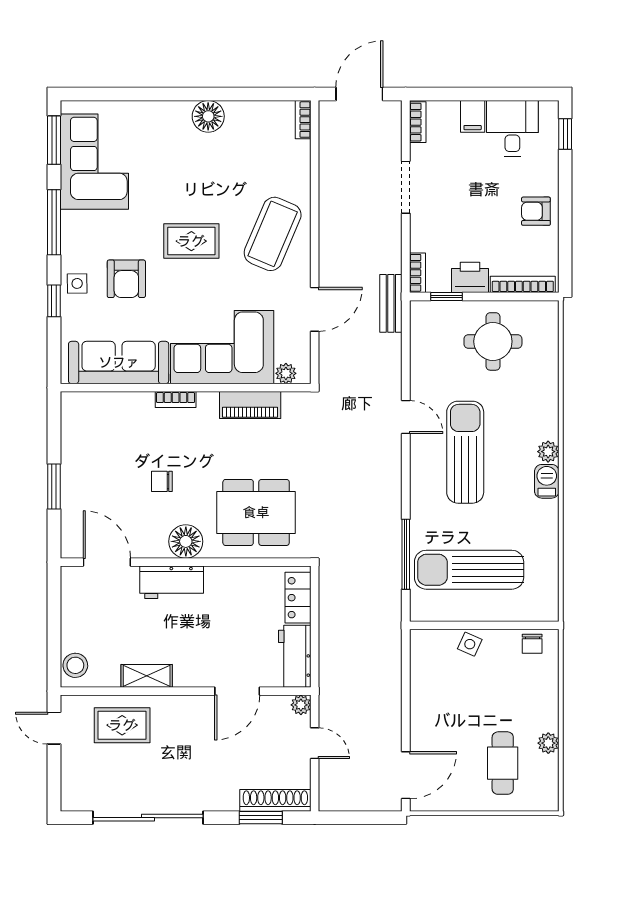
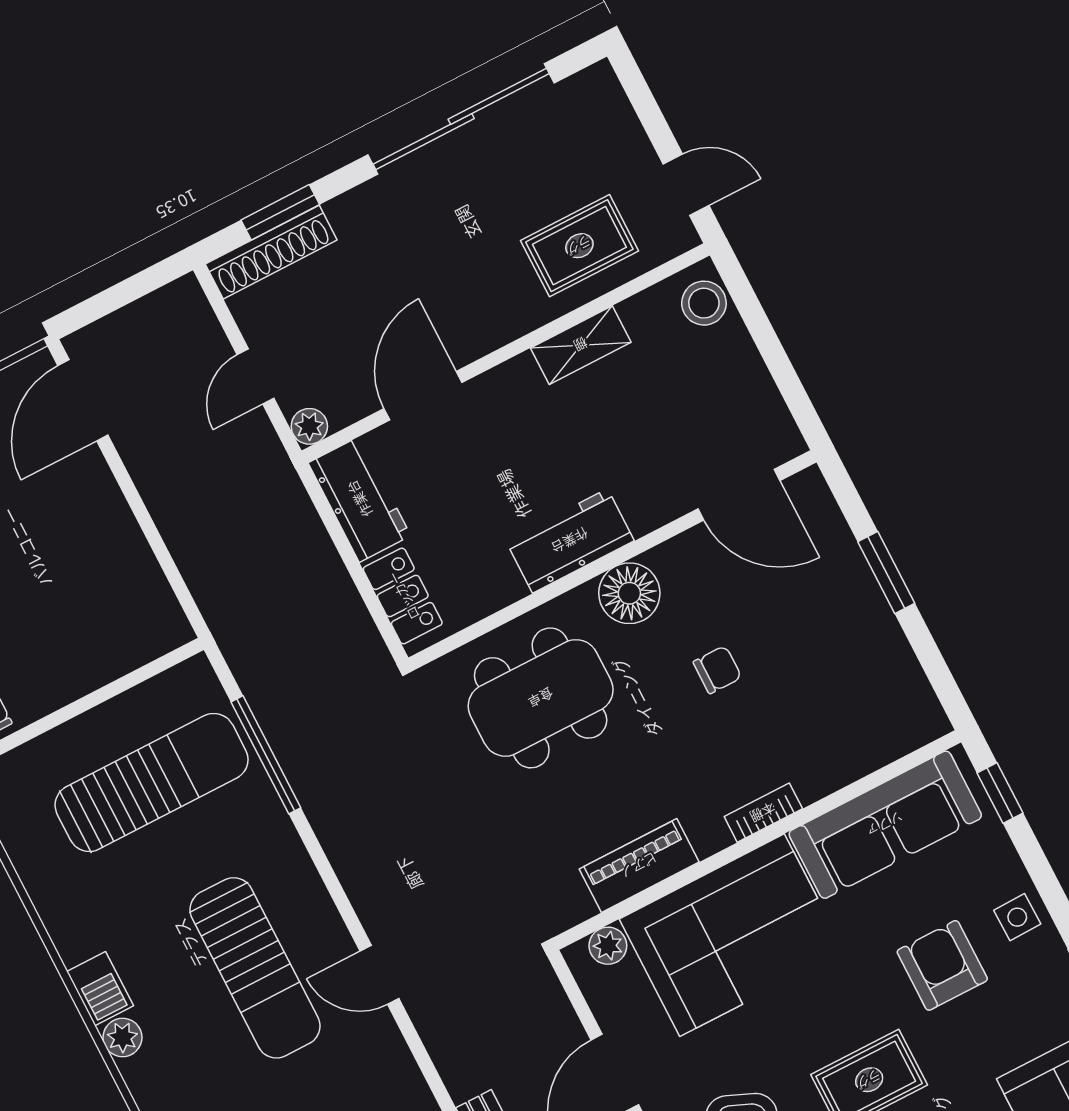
window: (54, 301) -> (1000, 793), moved
workbench: (172, 582) -> (570, 541), moved
side table: (470, 644) -> (89, 664), removed
door: (315, 743) -> (256, 376), hinge flipped

